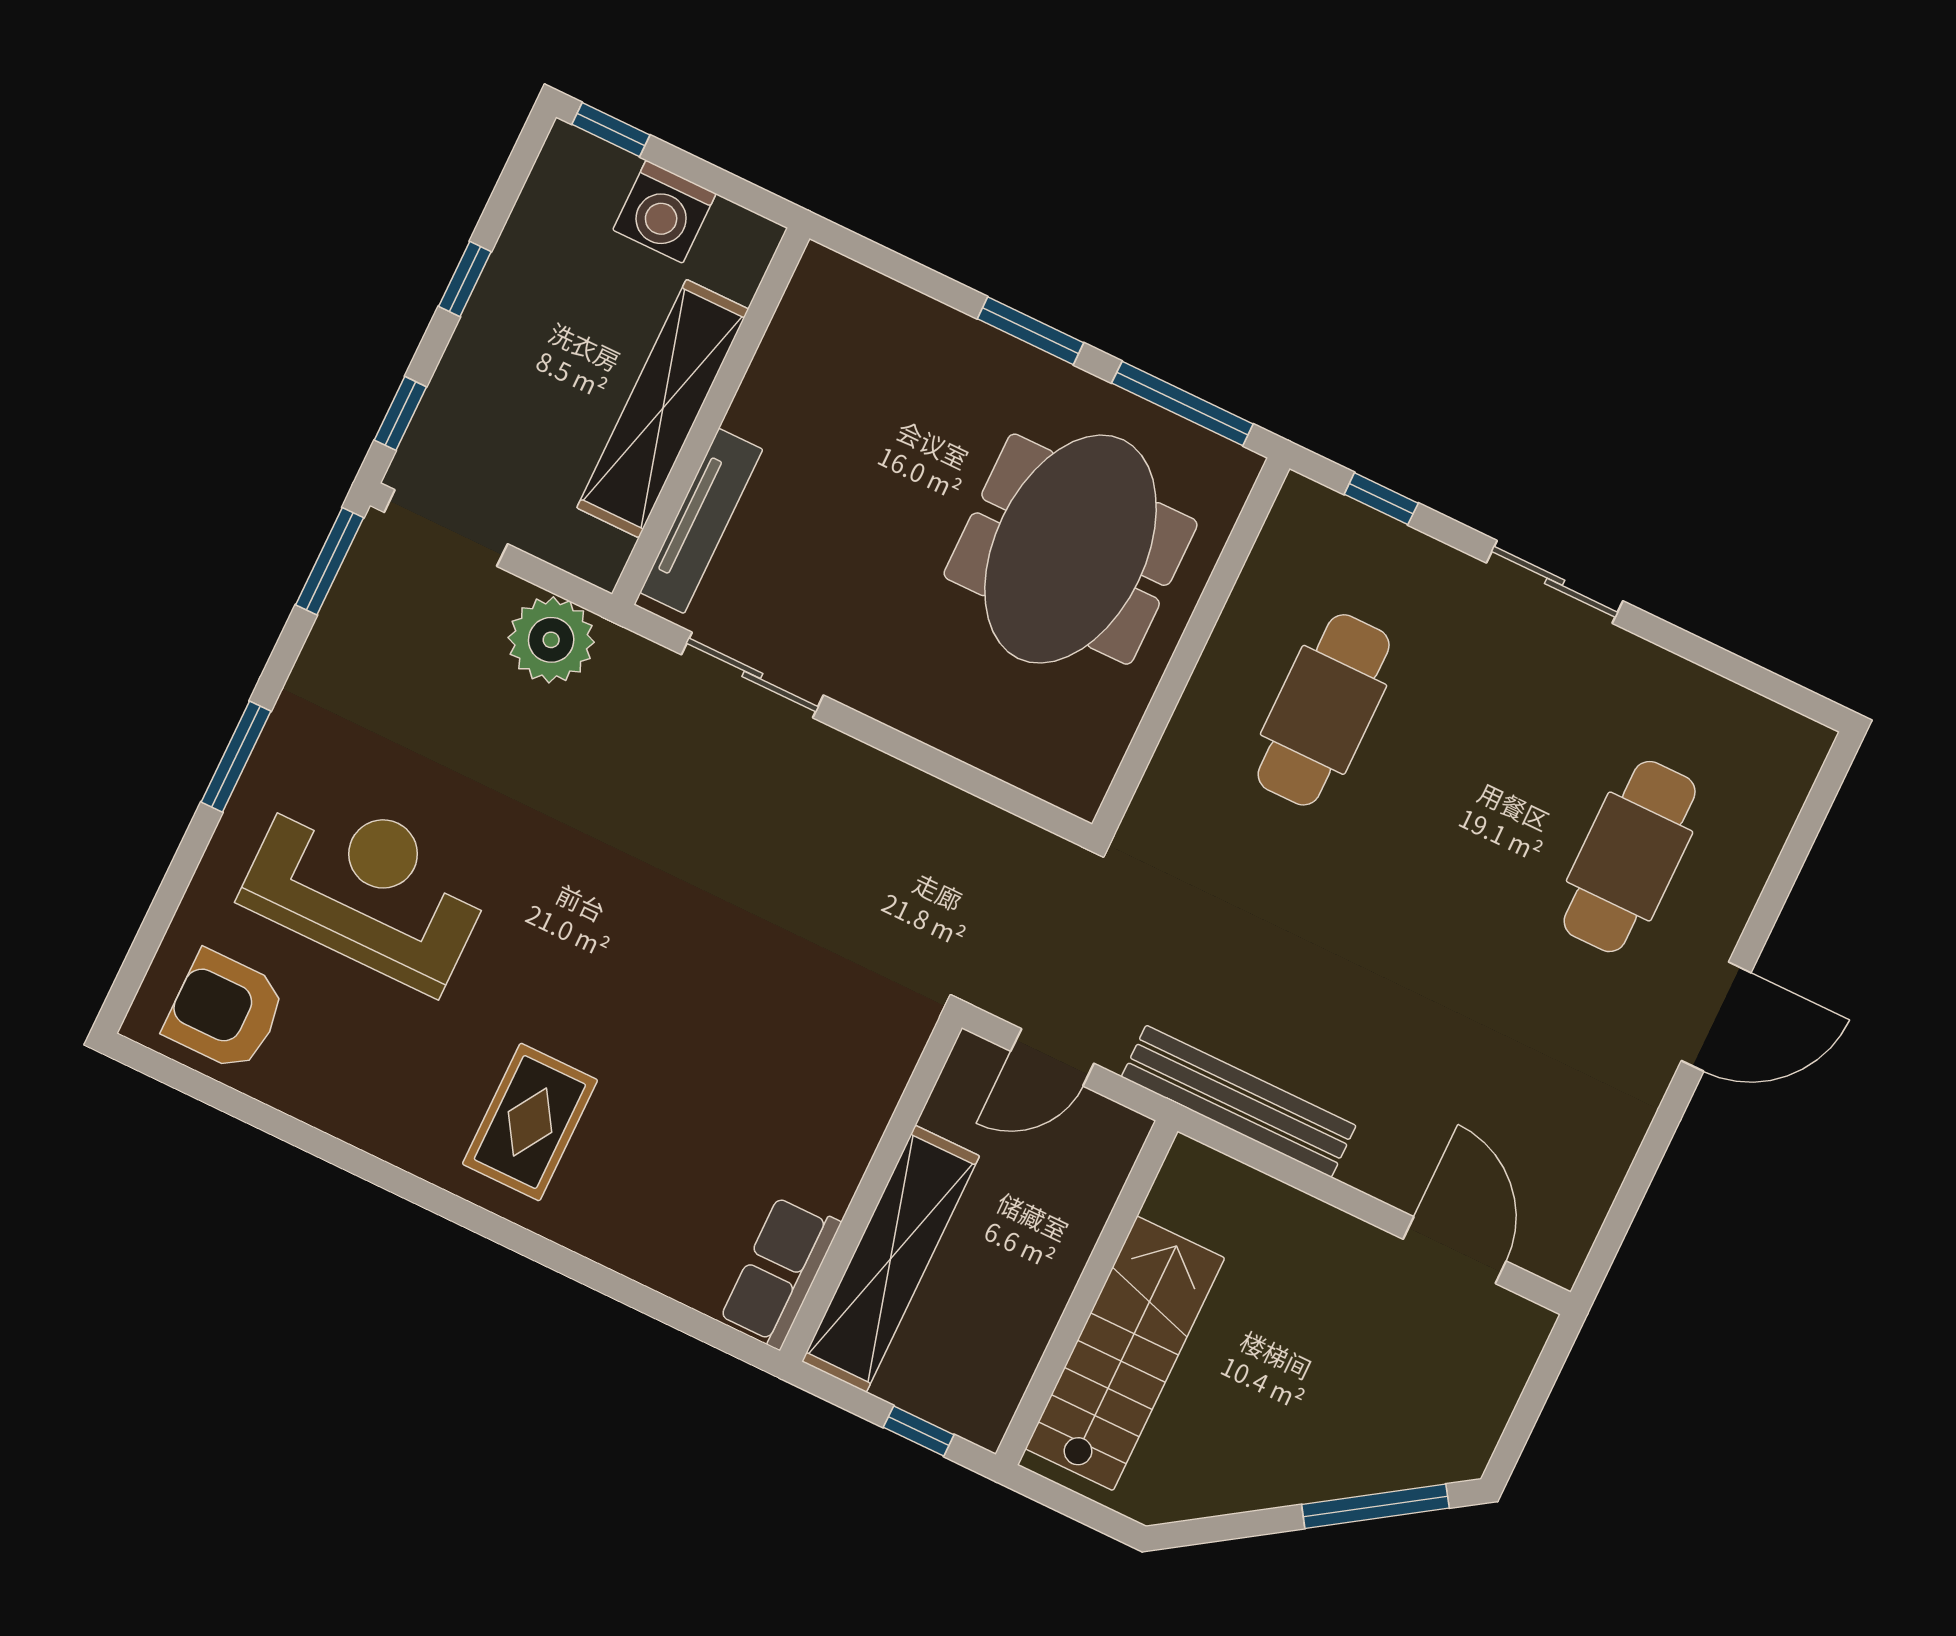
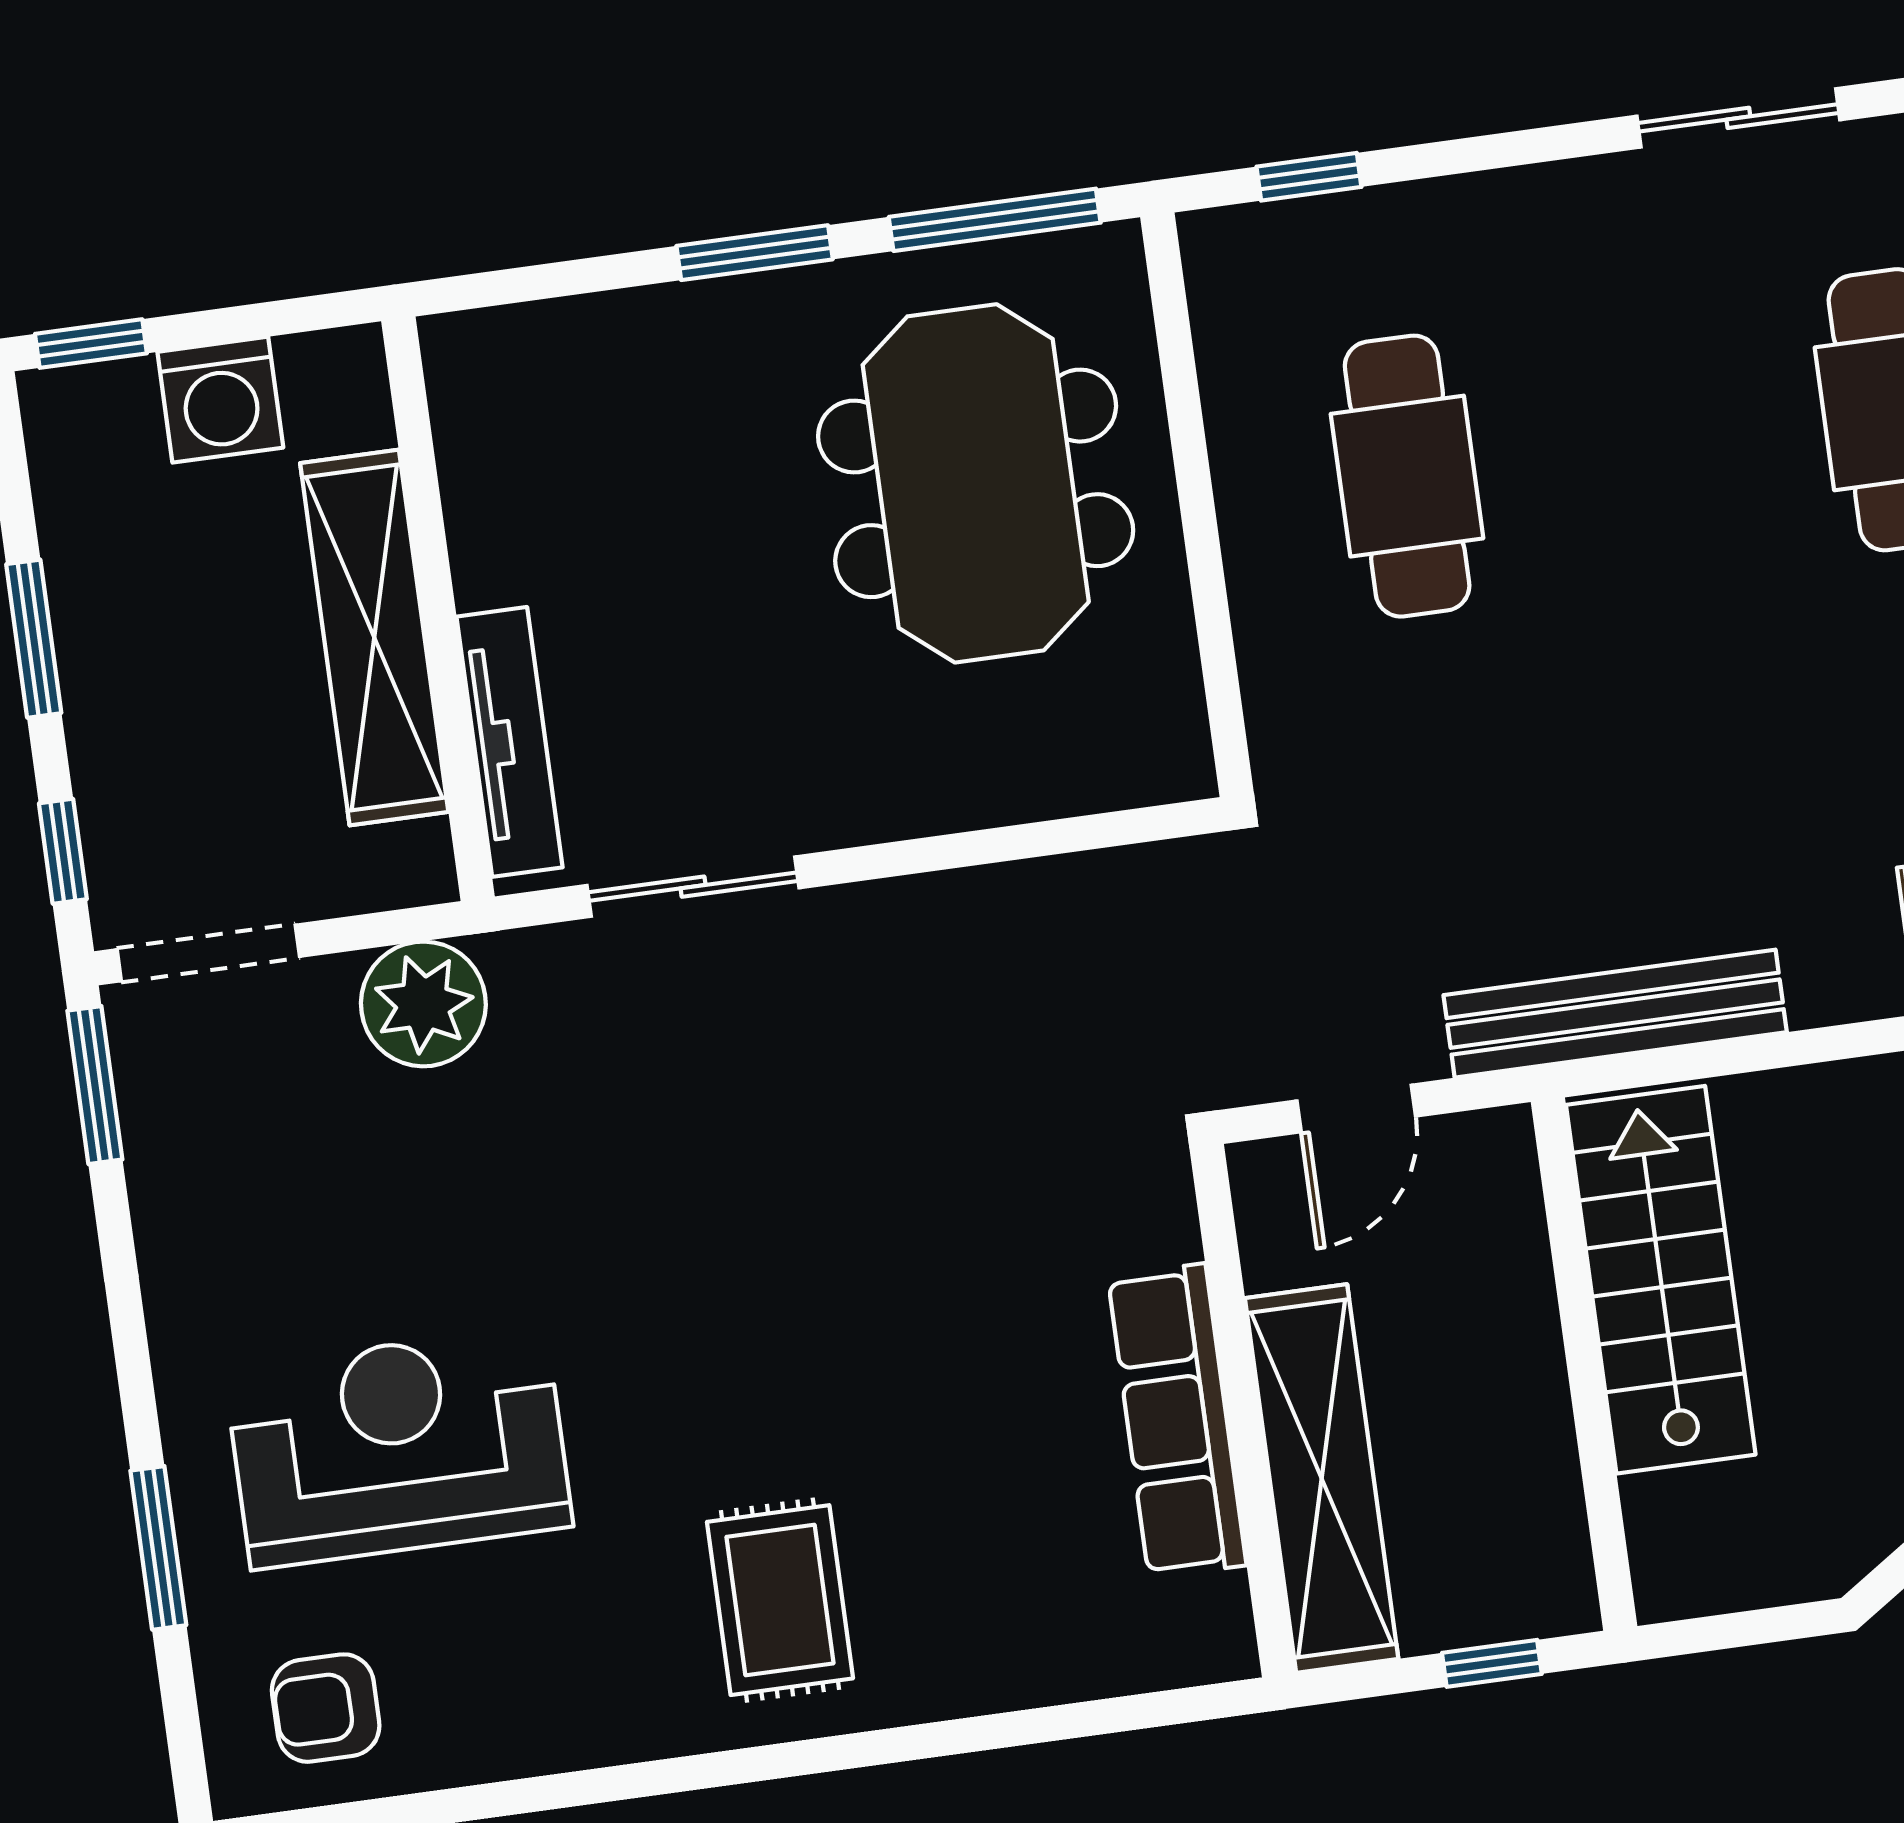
window: (465, 279) -> (34, 639), width x1.50
sliding door: (1555, 582) -> (1738, 118), moved
window: (236, 757) -> (158, 1548), moved
armchair: (225, 1011) -> (326, 1708), width x0.72, depth x0.72
row of seats: (780, 1272) -> (1177, 1421), moved, width x1.48
stairs: (1125, 1353) -> (1661, 1280), moved

